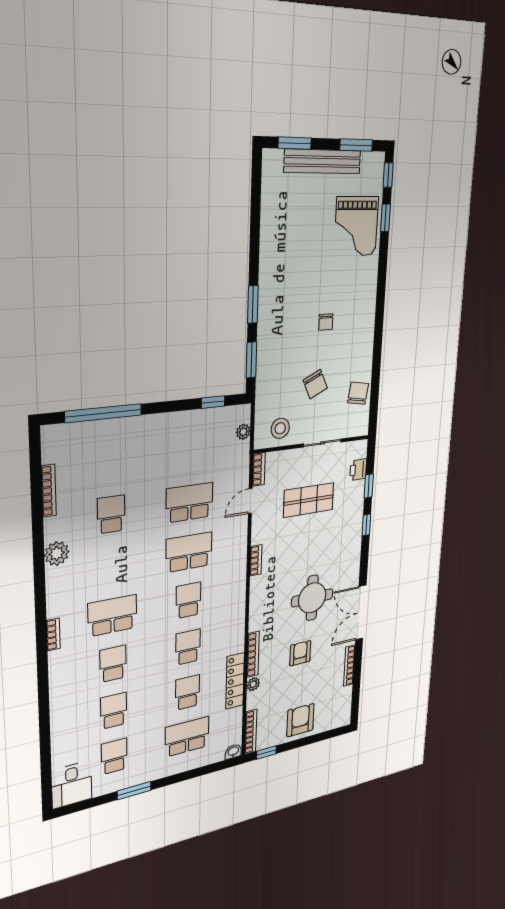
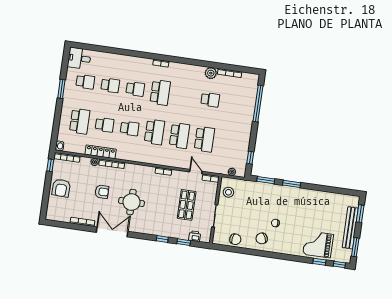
chair: (315, 384) -> (262, 238), moved
plant: (57, 553) -> (211, 73), moved
school desk: (188, 600) -> (155, 132), width x1.85
armchair: (300, 720) -> (61, 188), turned 92

